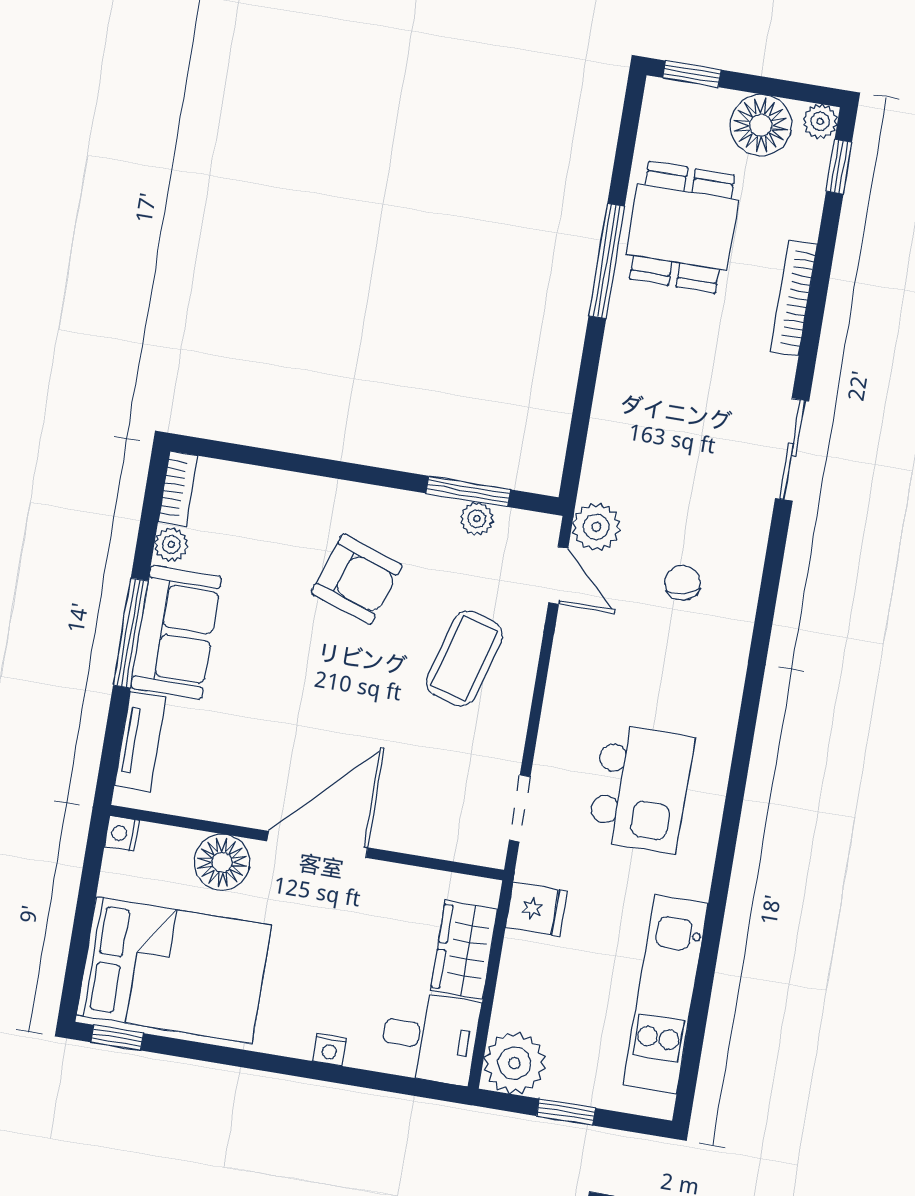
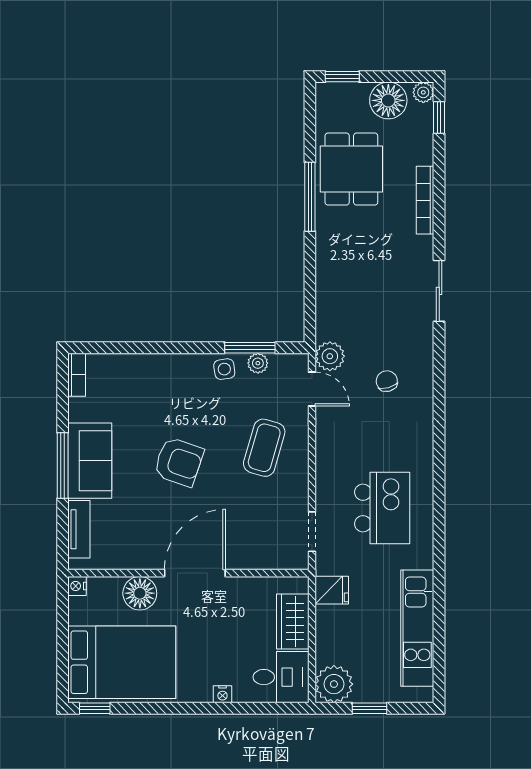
side table: (421, 519) -> (224, 369), added
plant: (171, 545) -> (78, 409), removed
armchair: (357, 579) -> (179, 462), moved

